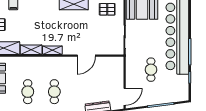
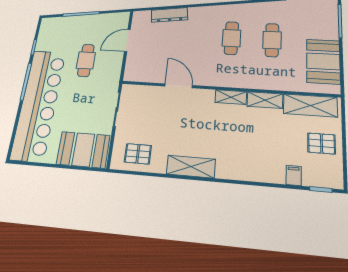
door: (86, 56) -> (179, 86), hinge flipped
door: (125, 97) -> (127, 40), moved

